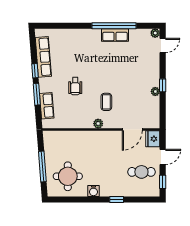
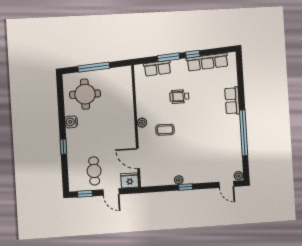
row of seats: (115, 35) -> (232, 101), moved

